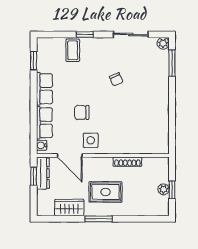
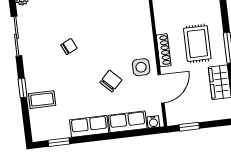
chair: (82, 112) -> (111, 81), turned -135
shoe rack: (127, 162) -> (164, 50), moved
dresser: (43, 173) -> (184, 117), removed

